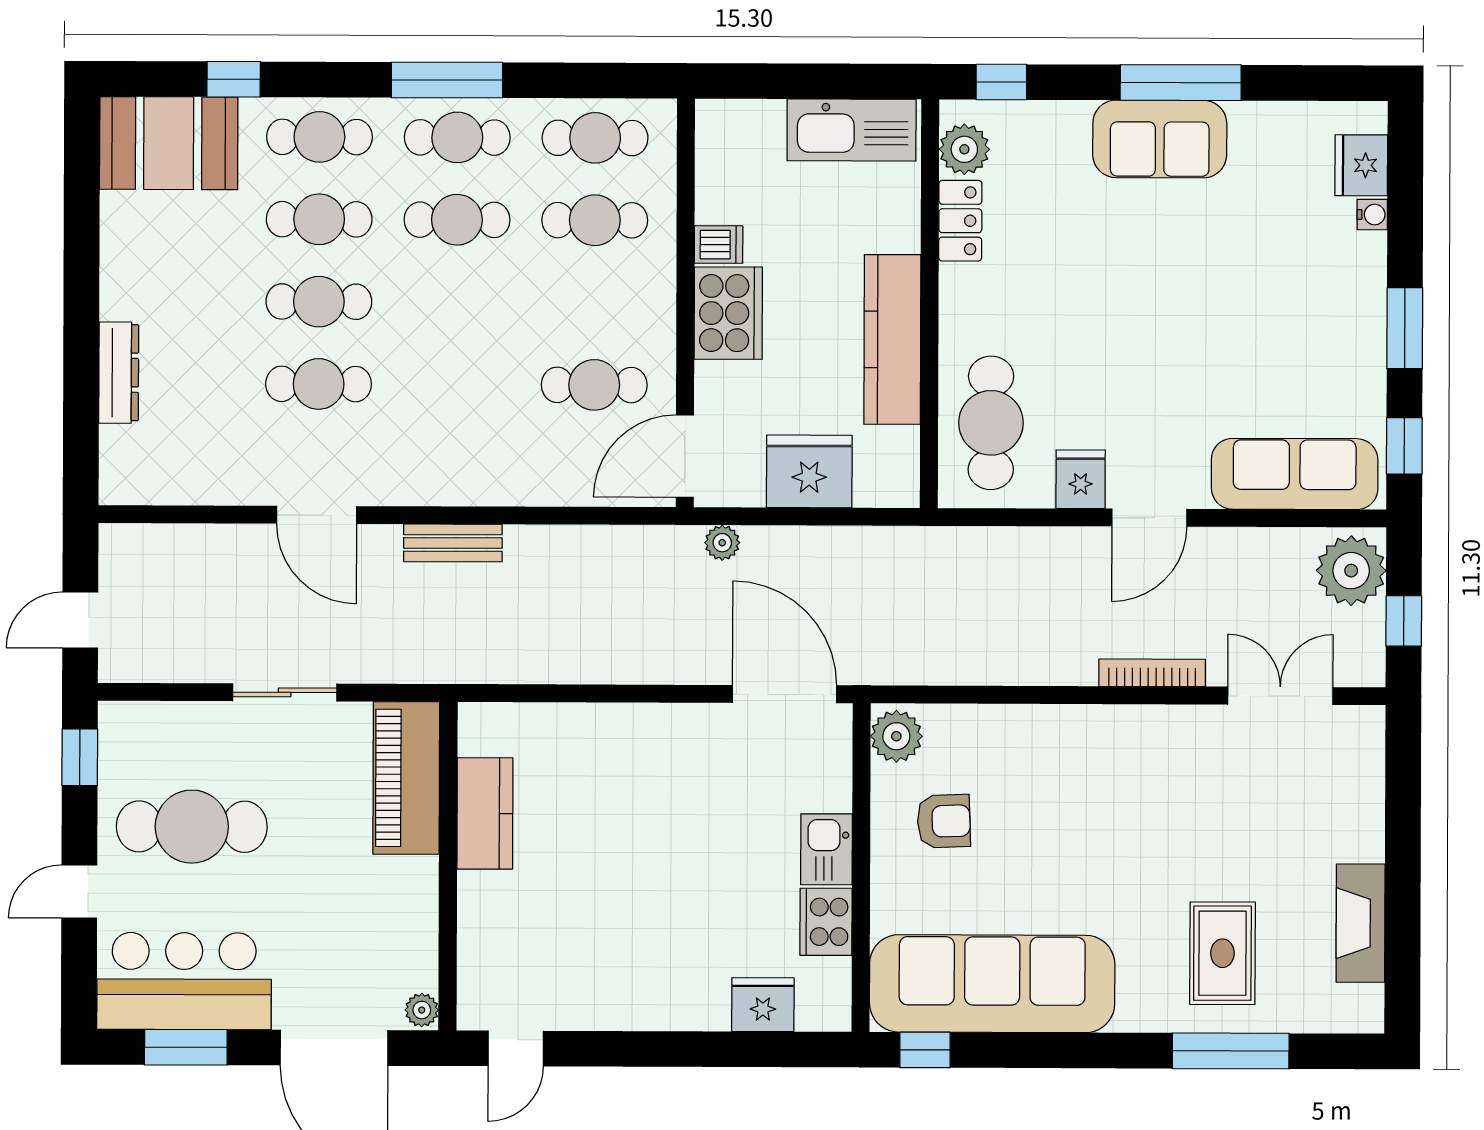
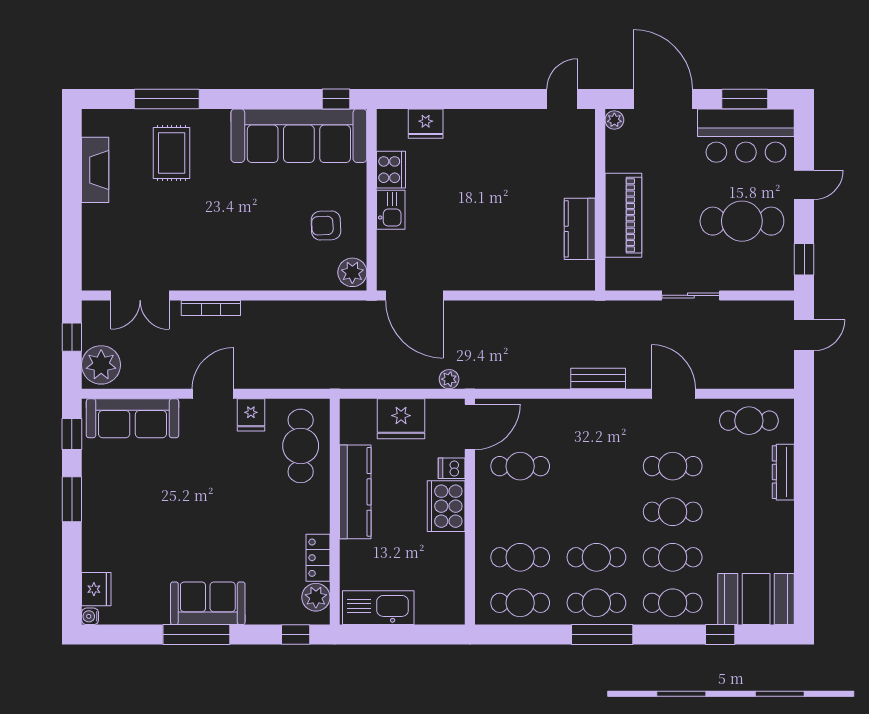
water cooler: (1372, 215) -> (90, 616), moved
dishwasher: (719, 245) -> (452, 468), moved
cafe table: (180, 466) -> (749, 421), added
piano: (406, 778) -> (623, 215), moved

